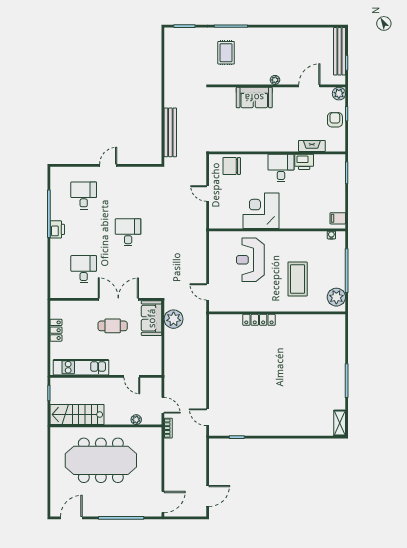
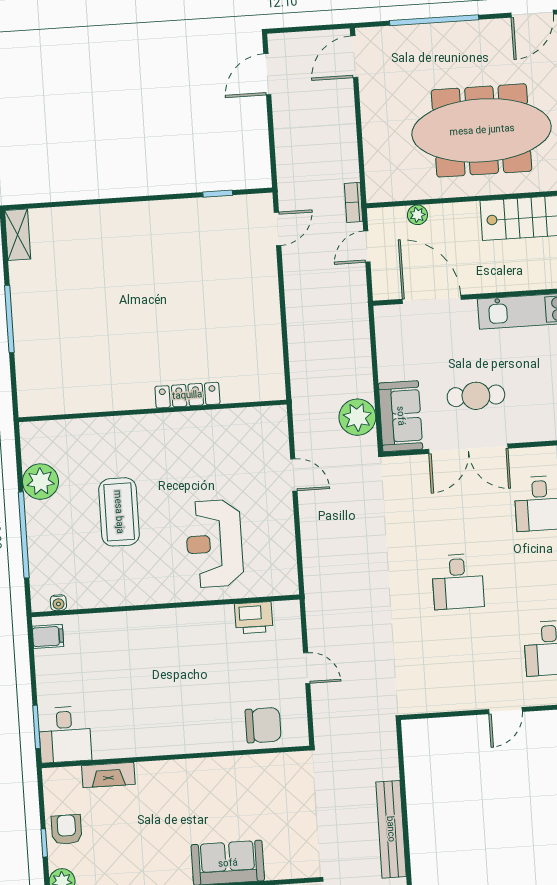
armchair: (335, 120) -> (67, 830), turned 180
bench: (170, 132) -> (391, 829), moved
printer: (304, 162) -> (254, 618), moved, turned 180
desk: (281, 168) -> (65, 734), moved
corner desk: (261, 211) -> (200, 641), removed
reception desk: (250, 260) -> (214, 544), turned 180
wall: (277, 313) -> (153, 411), moved
locker: (259, 320) -> (187, 395), moved
door: (132, 376) -> (432, 299), width x1.87
door: (163, 405) -> (367, 247), hinge flipped
door: (208, 417) -> (278, 229), hinge flipped

